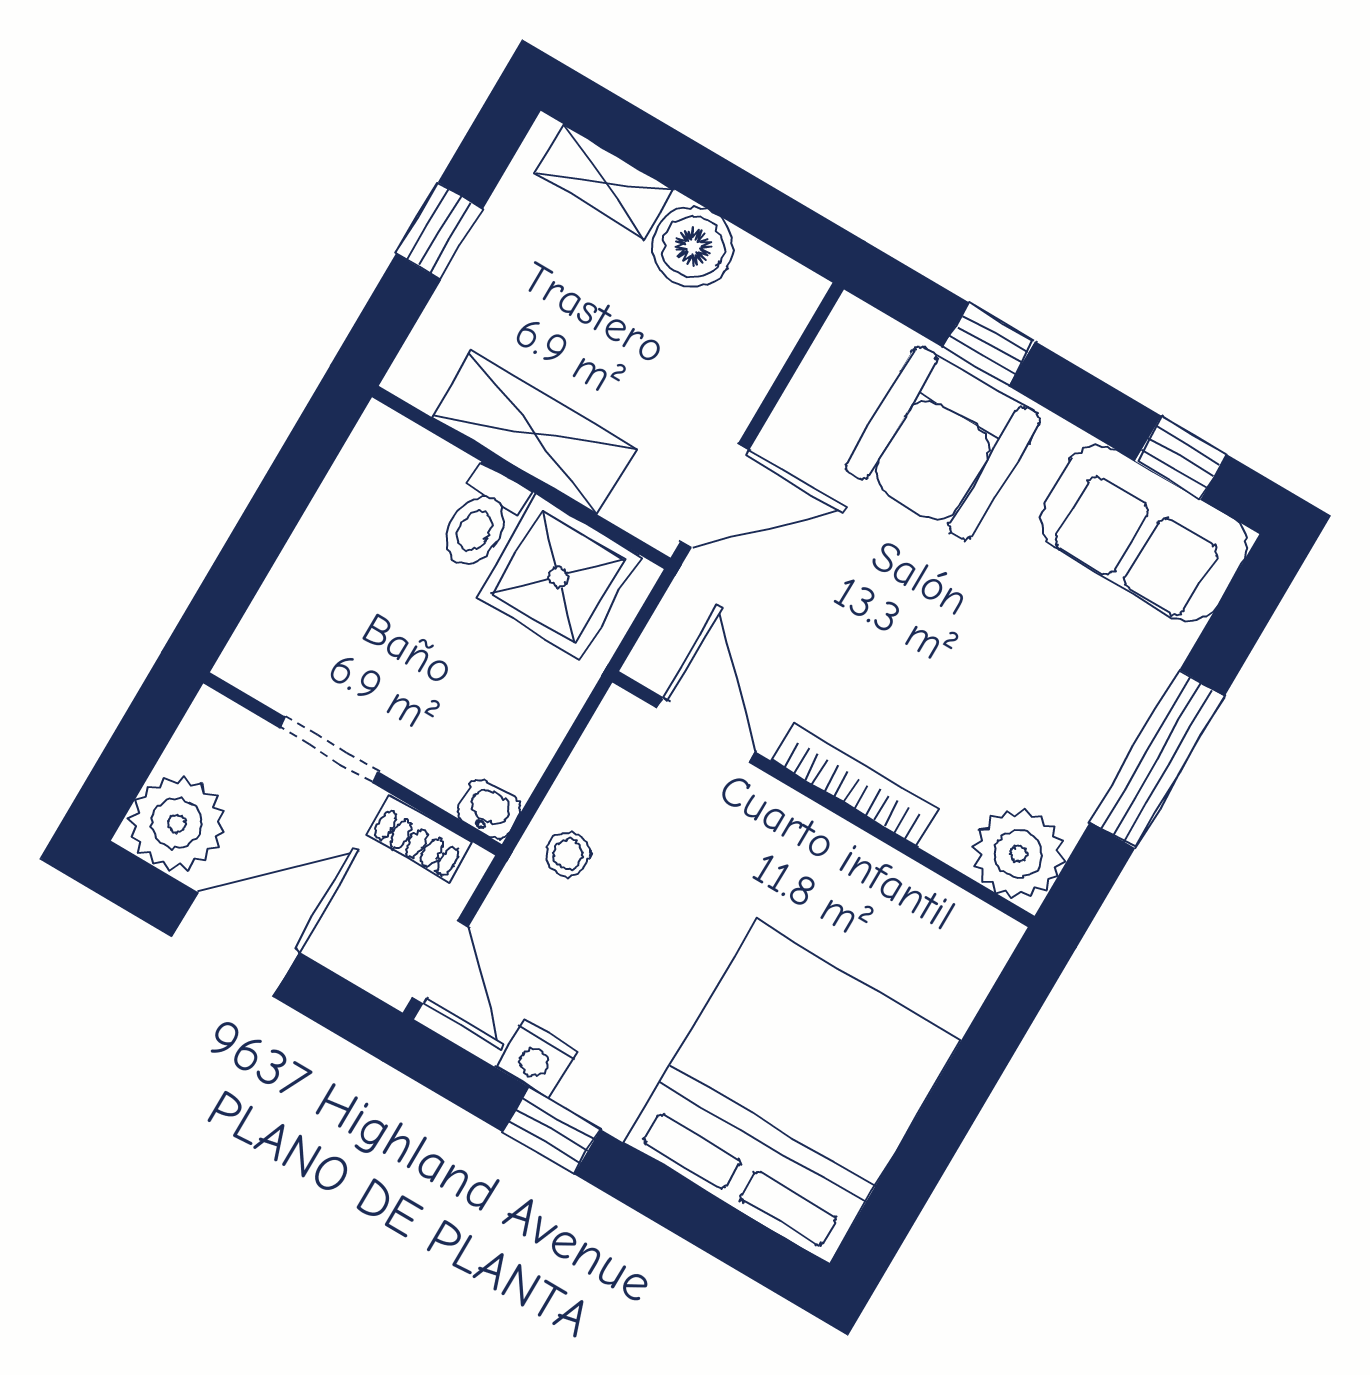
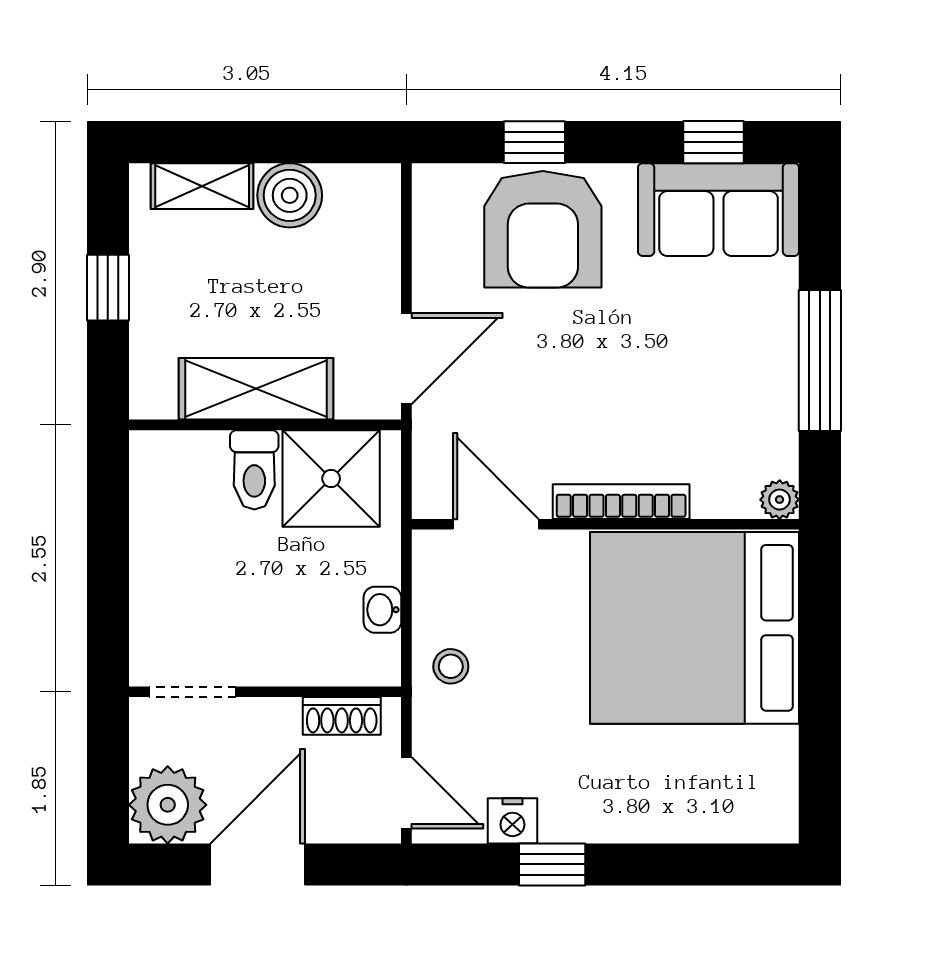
doorway: (329, 750) -> (192, 692), moved
washbasin: (489, 809) -> (382, 610), moved, turned -90
plant: (1018, 854) -> (780, 500), width x0.53, depth x0.53
bed: (792, 1091) -> (695, 628), moved, turned -90

